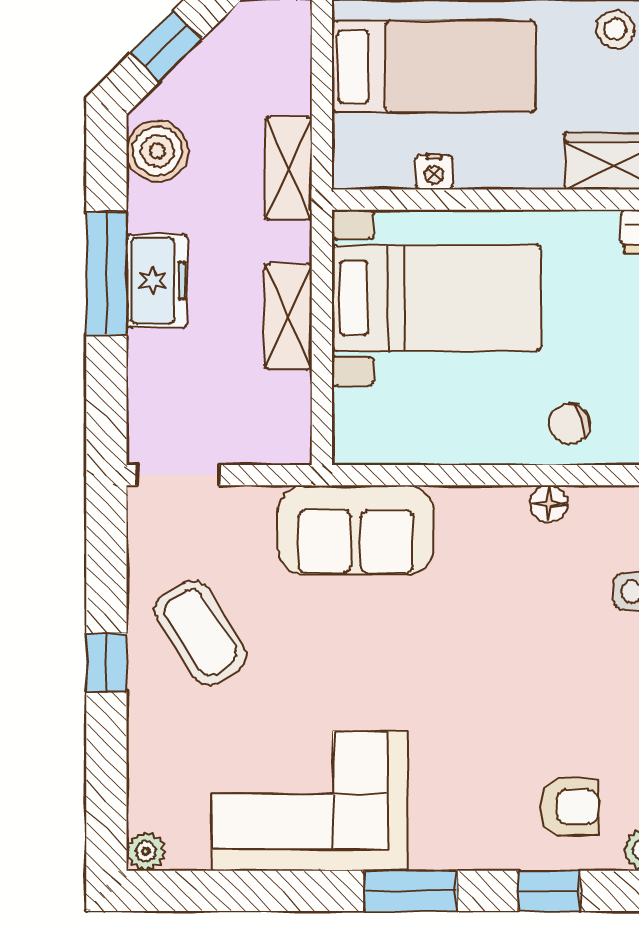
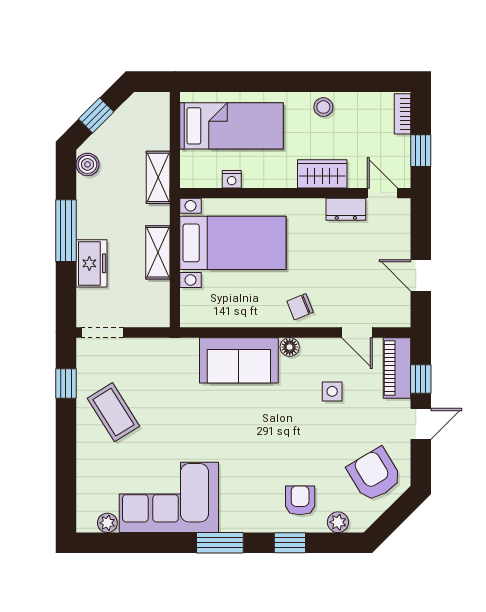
boiler: (157, 151) -> (88, 164), width x0.73, depth x0.73
freezer: (157, 281) -> (92, 263), moved
sofa: (356, 530) -> (239, 360), moved
window: (106, 662) -> (66, 384), moved
armchair: (569, 807) -> (300, 500), turned -90
plant: (146, 851) -> (107, 523), moved

